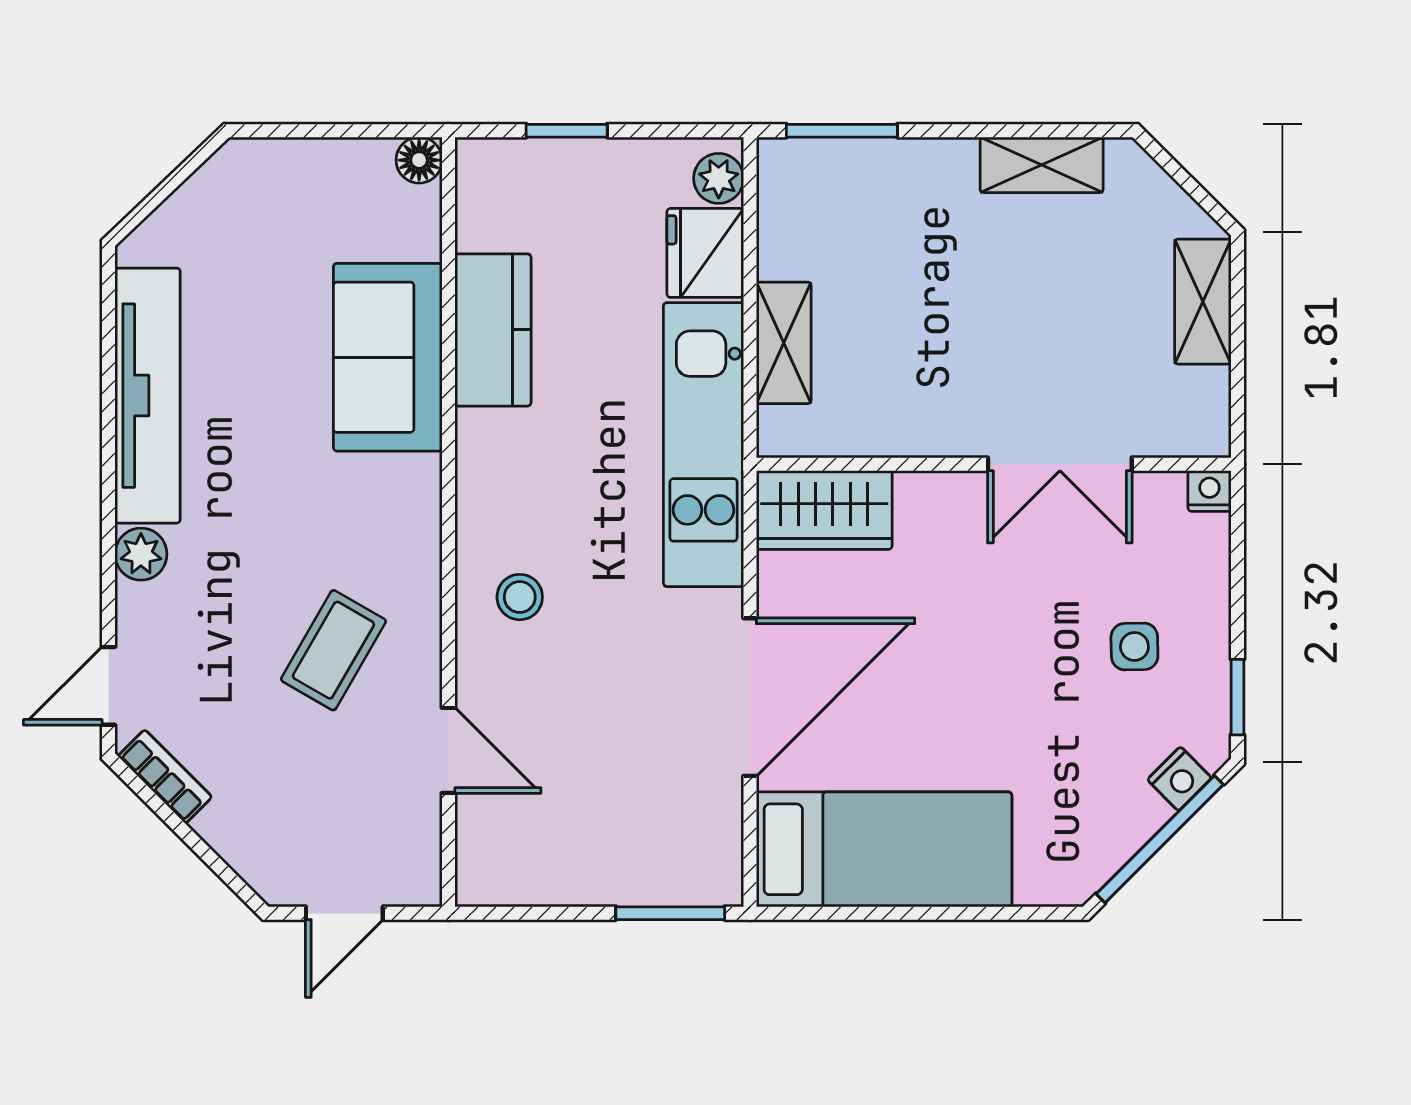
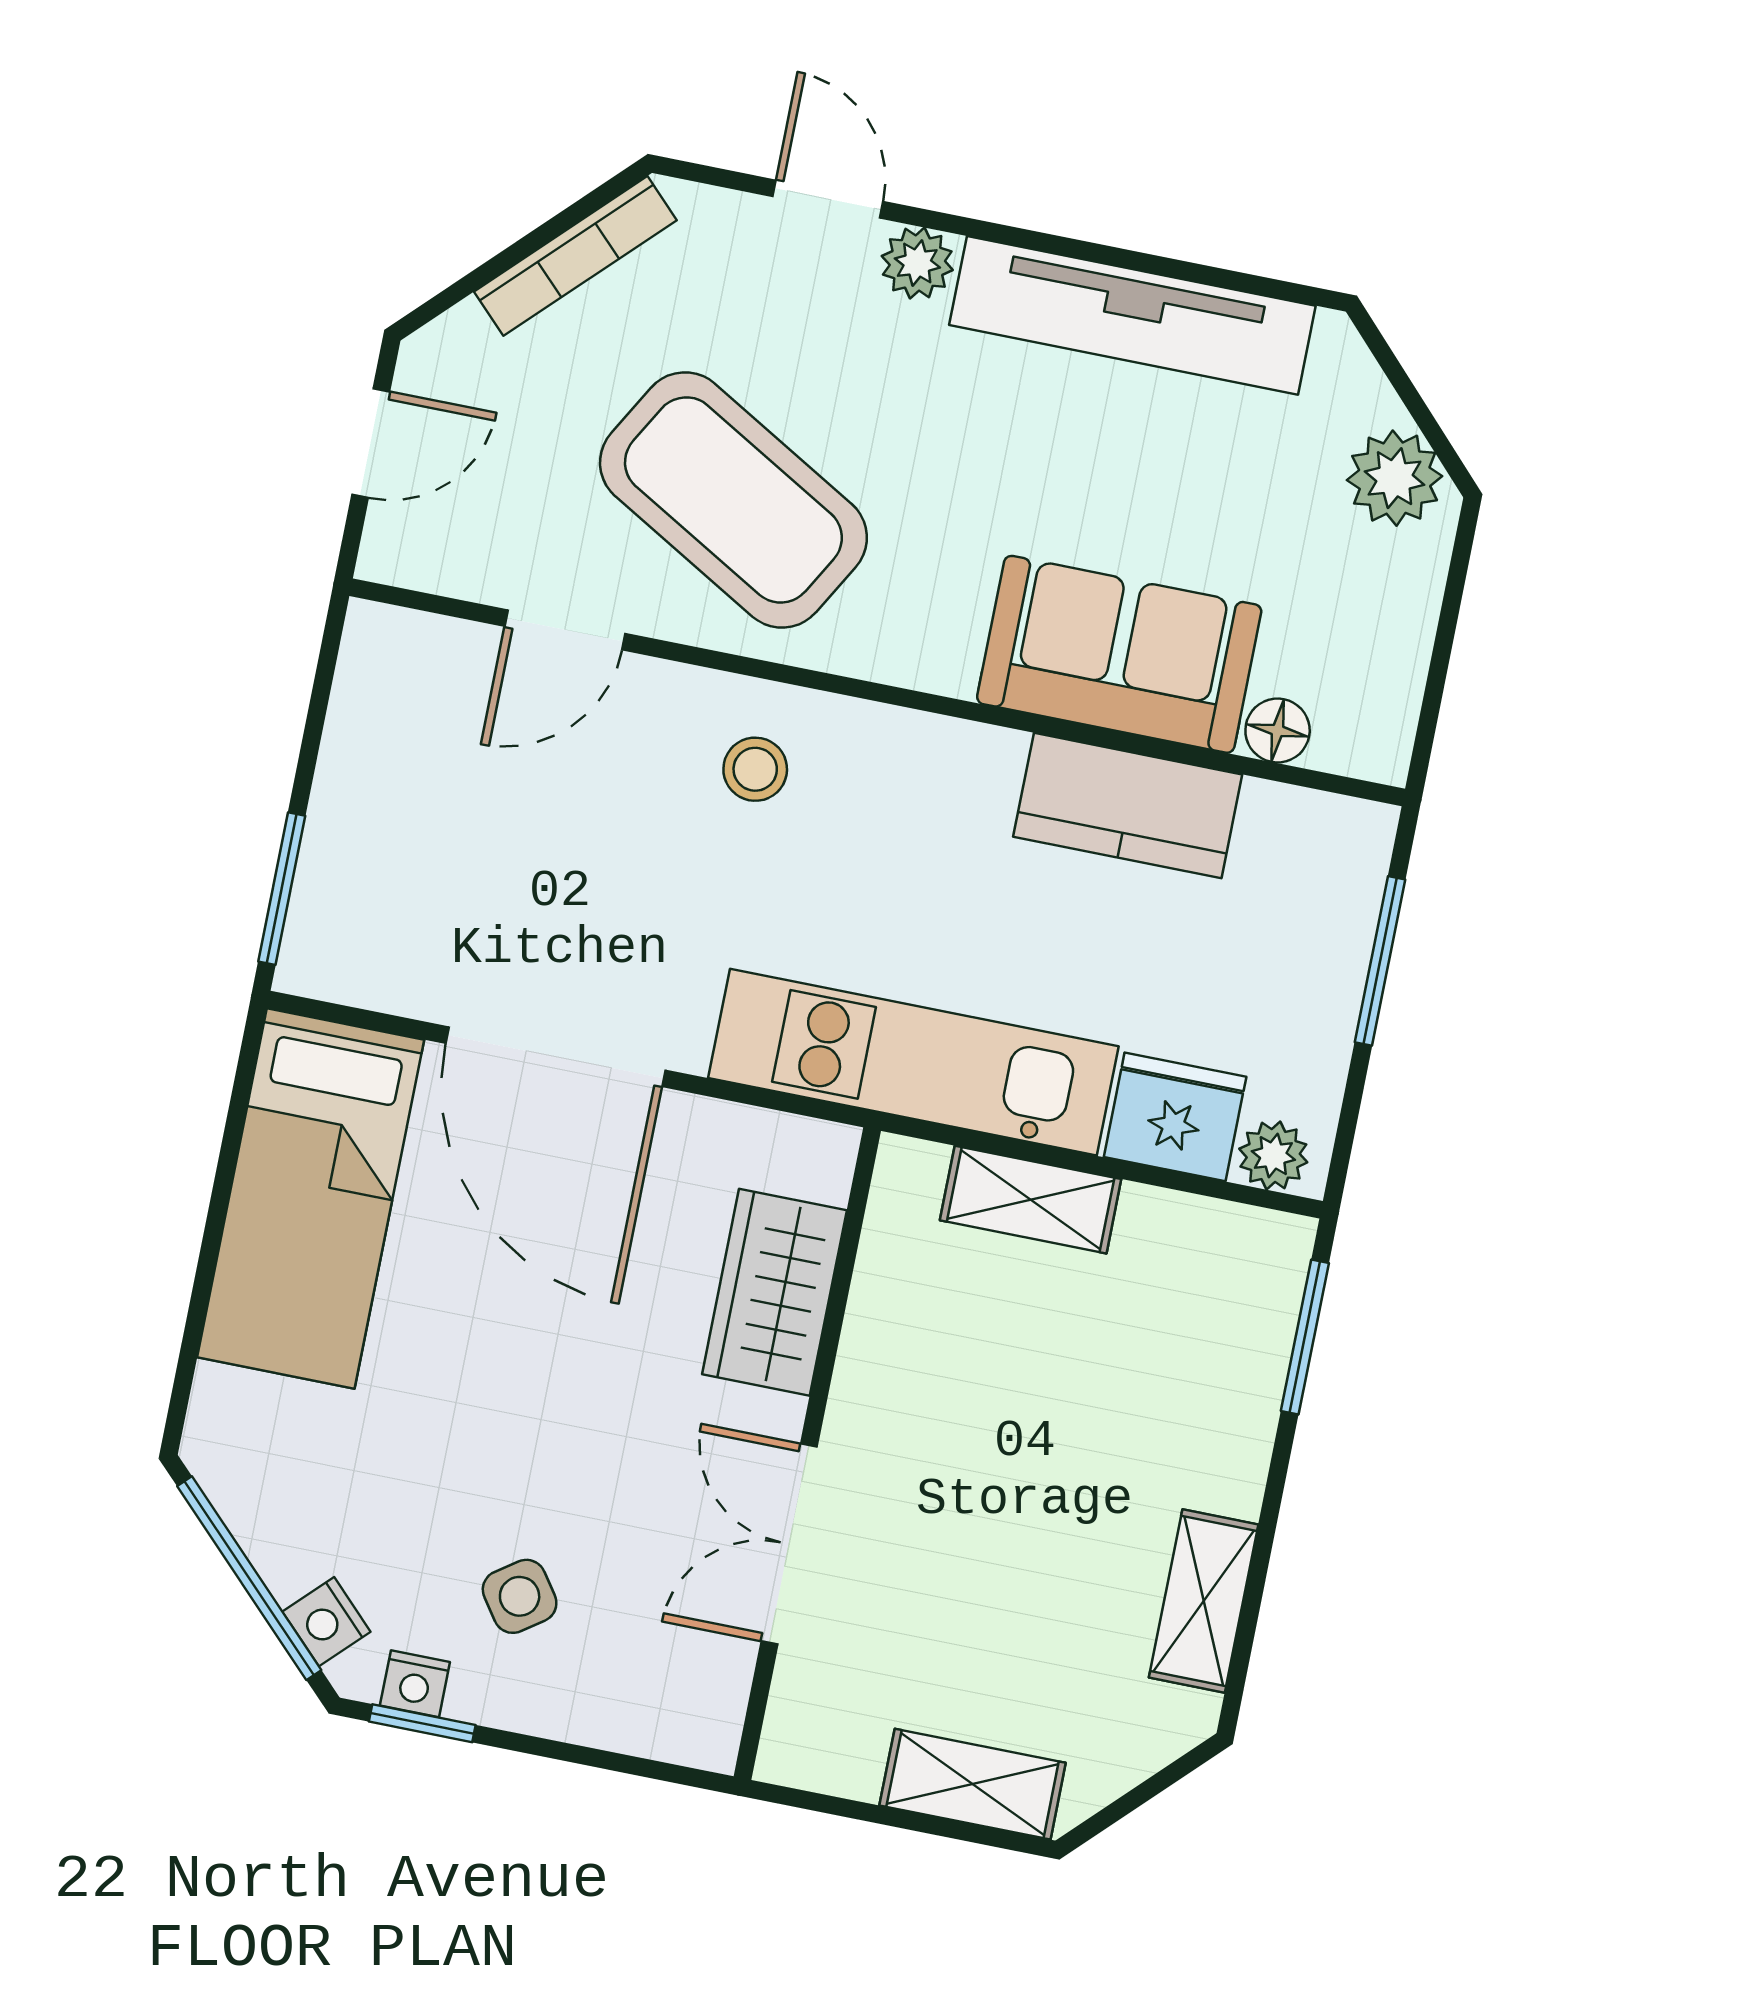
window: (567, 131) -> (1380, 961), width x1.50
floor lamp: (419, 160) -> (1278, 730), moved
plant: (225, 188) -> (1395, 478), added
nightstand: (1209, 491) -> (415, 1684), moved, turned 90
wardrobe: (824, 510) -> (774, 1292), moved
side table: (1134, 647) -> (520, 1596), turned -34
coffee table: (333, 650) -> (733, 500), width x1.86, depth x1.72
door: (109, 686) -> (828, 199), moved
bookcase: (165, 777) -> (575, 256), width x1.56
door: (344, 913) -> (371, 443), swing flipped

